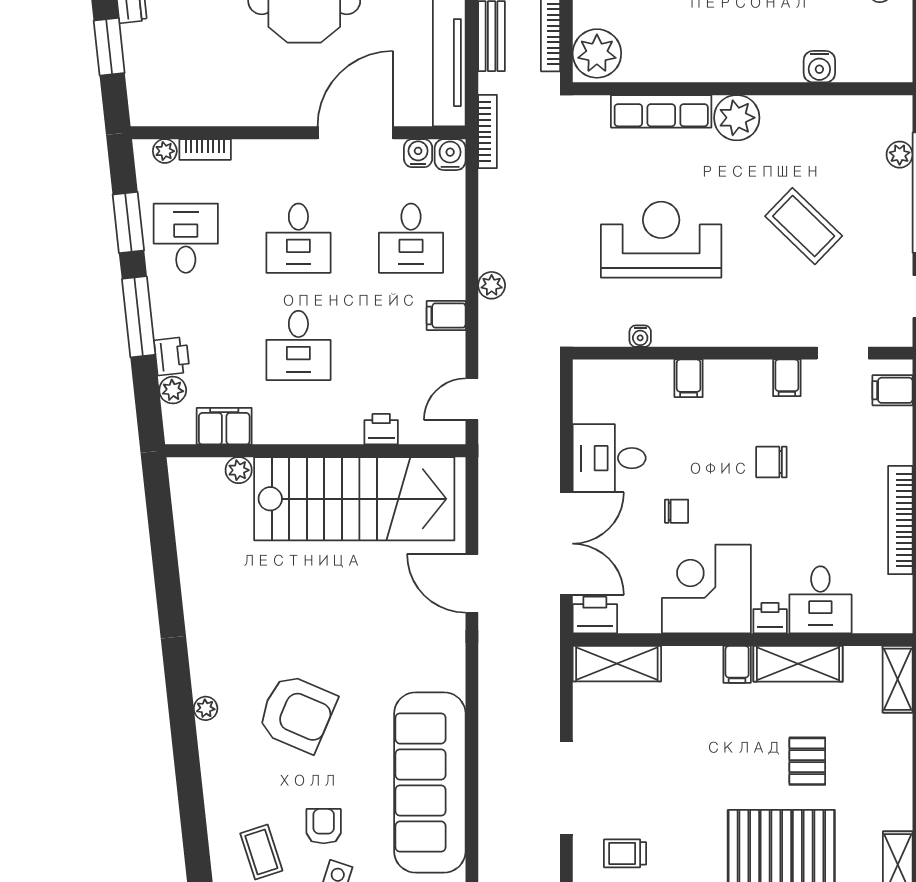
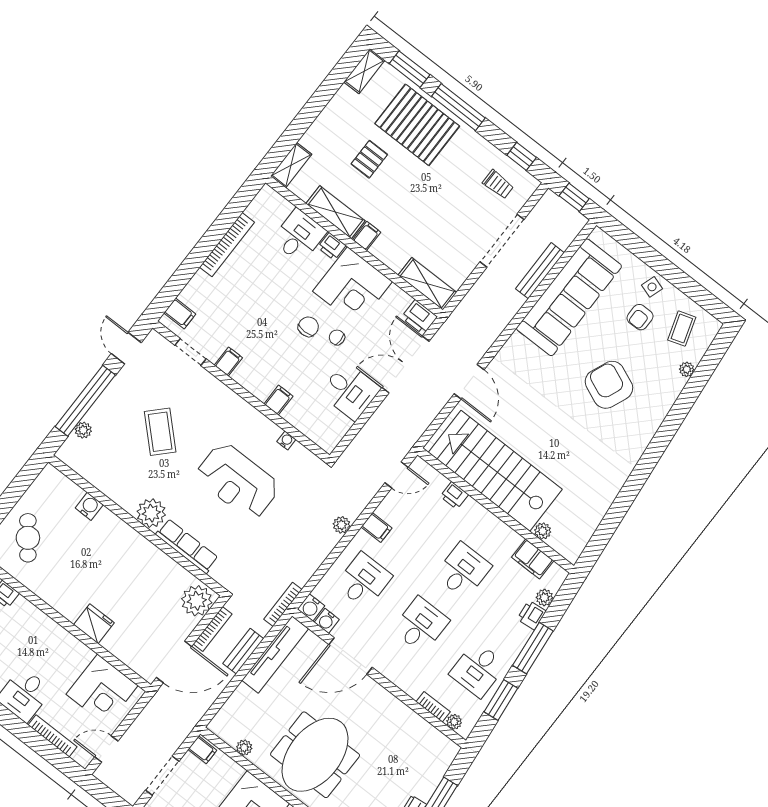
chair: (771, 462) -> (308, 327), moved, turned -90
plant: (206, 708) -> (687, 369), moved
bench: (491, 787) -> (540, 271), added

